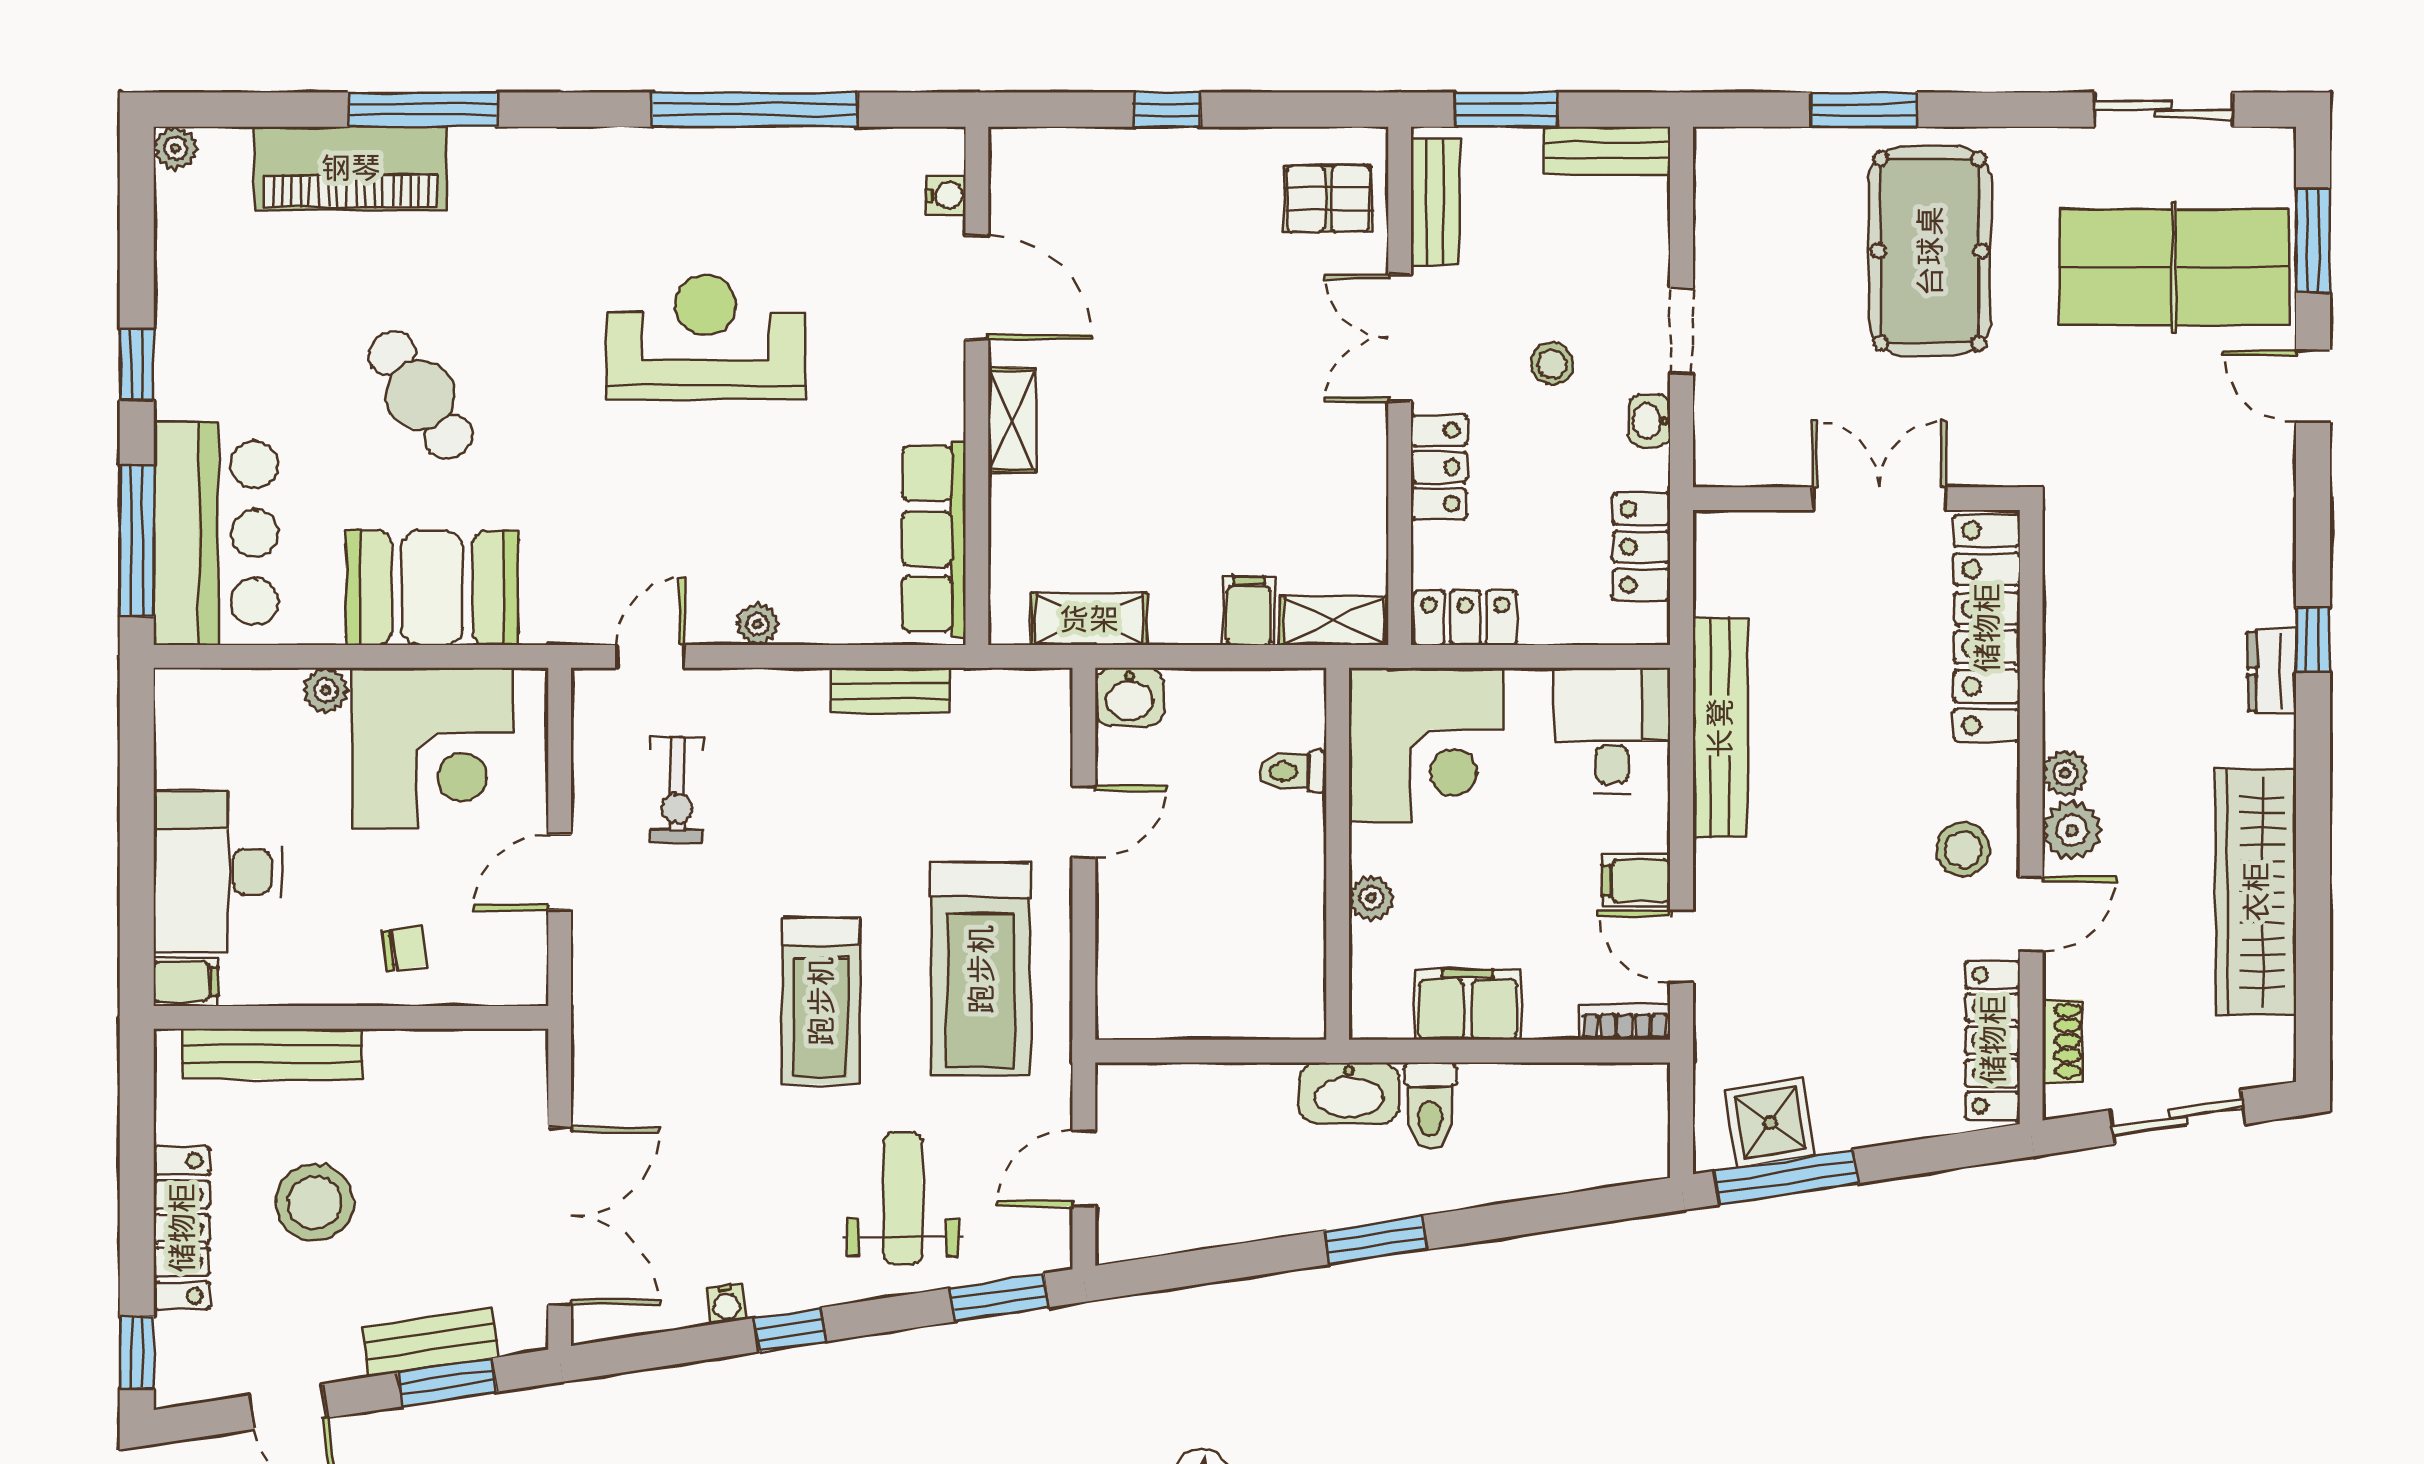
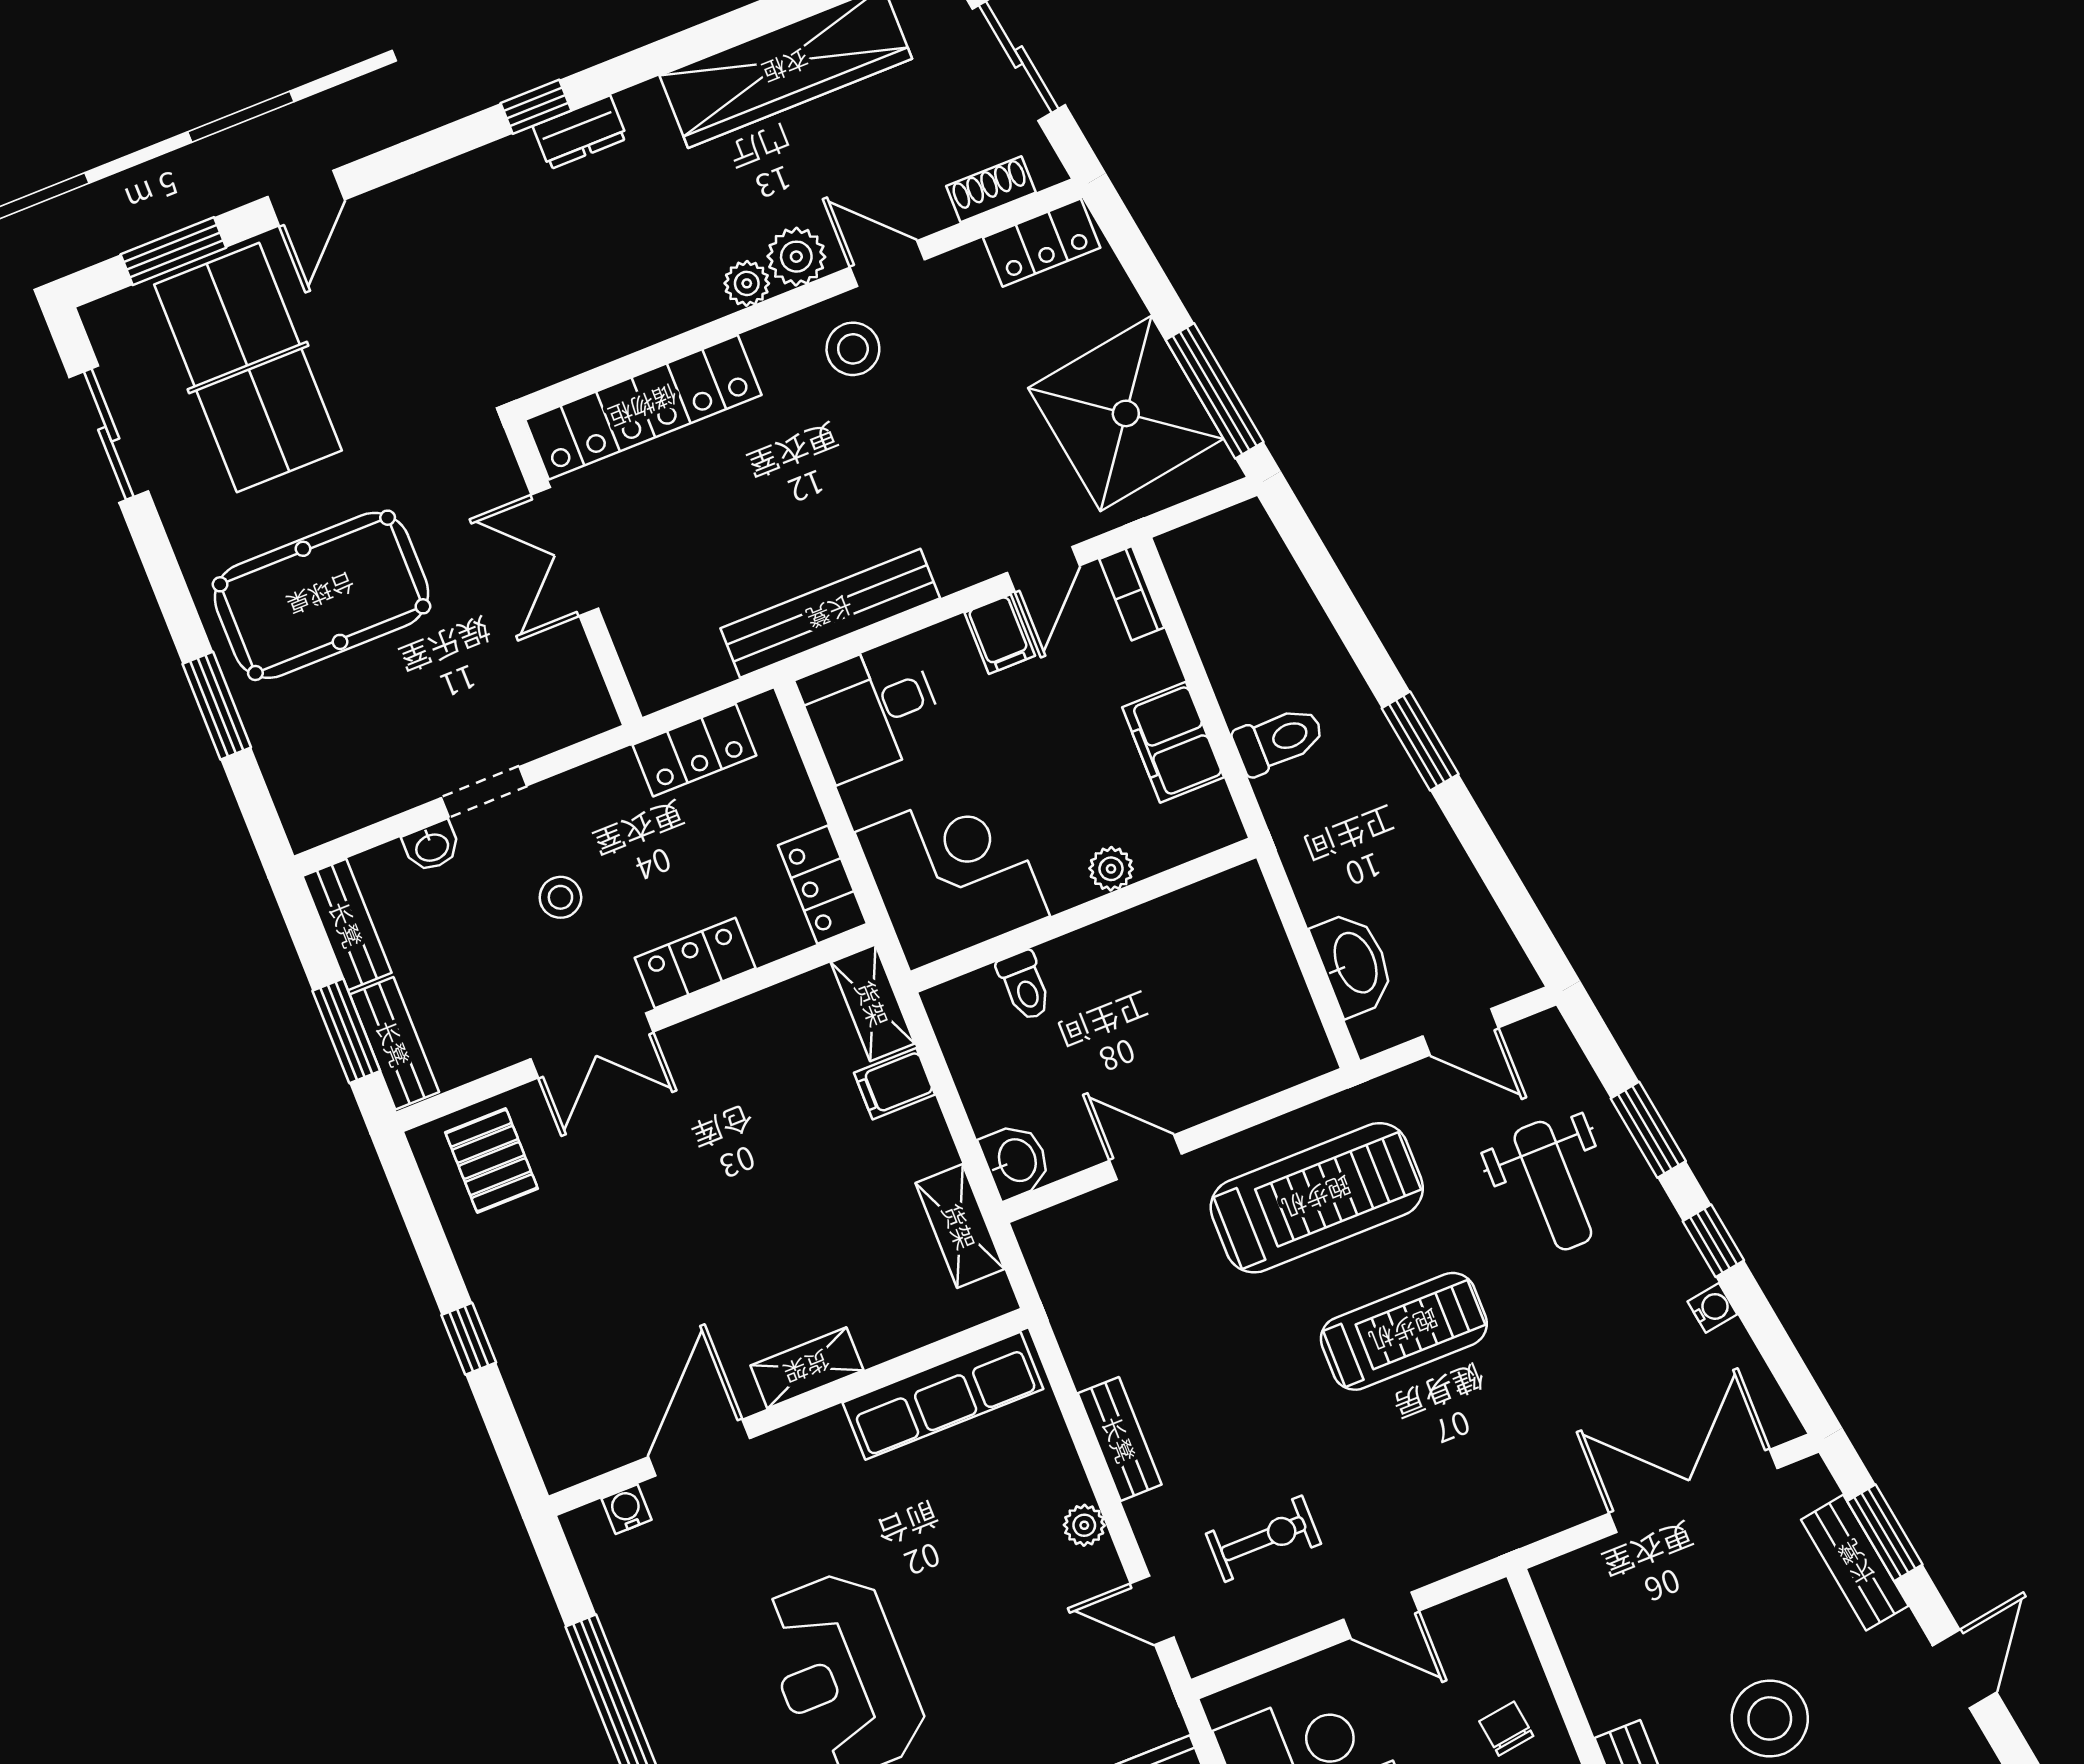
bench: (1435, 202) -> (394, 1043), moved, turned 90
washbasin: (1649, 421) -> (432, 846), moved
bench: (890, 690) -> (1120, 1439), moved
locker: (1993, 1040) -> (1042, 243), width x0.66
washbasin: (1349, 1093) -> (1354, 963), moved
shower: (1770, 1123) -> (1126, 413), width x1.86, depth x1.86
weight bench: (903, 1198) -> (1553, 1186), turned -90
window: (1000, 1298) -> (1648, 1130), moved

